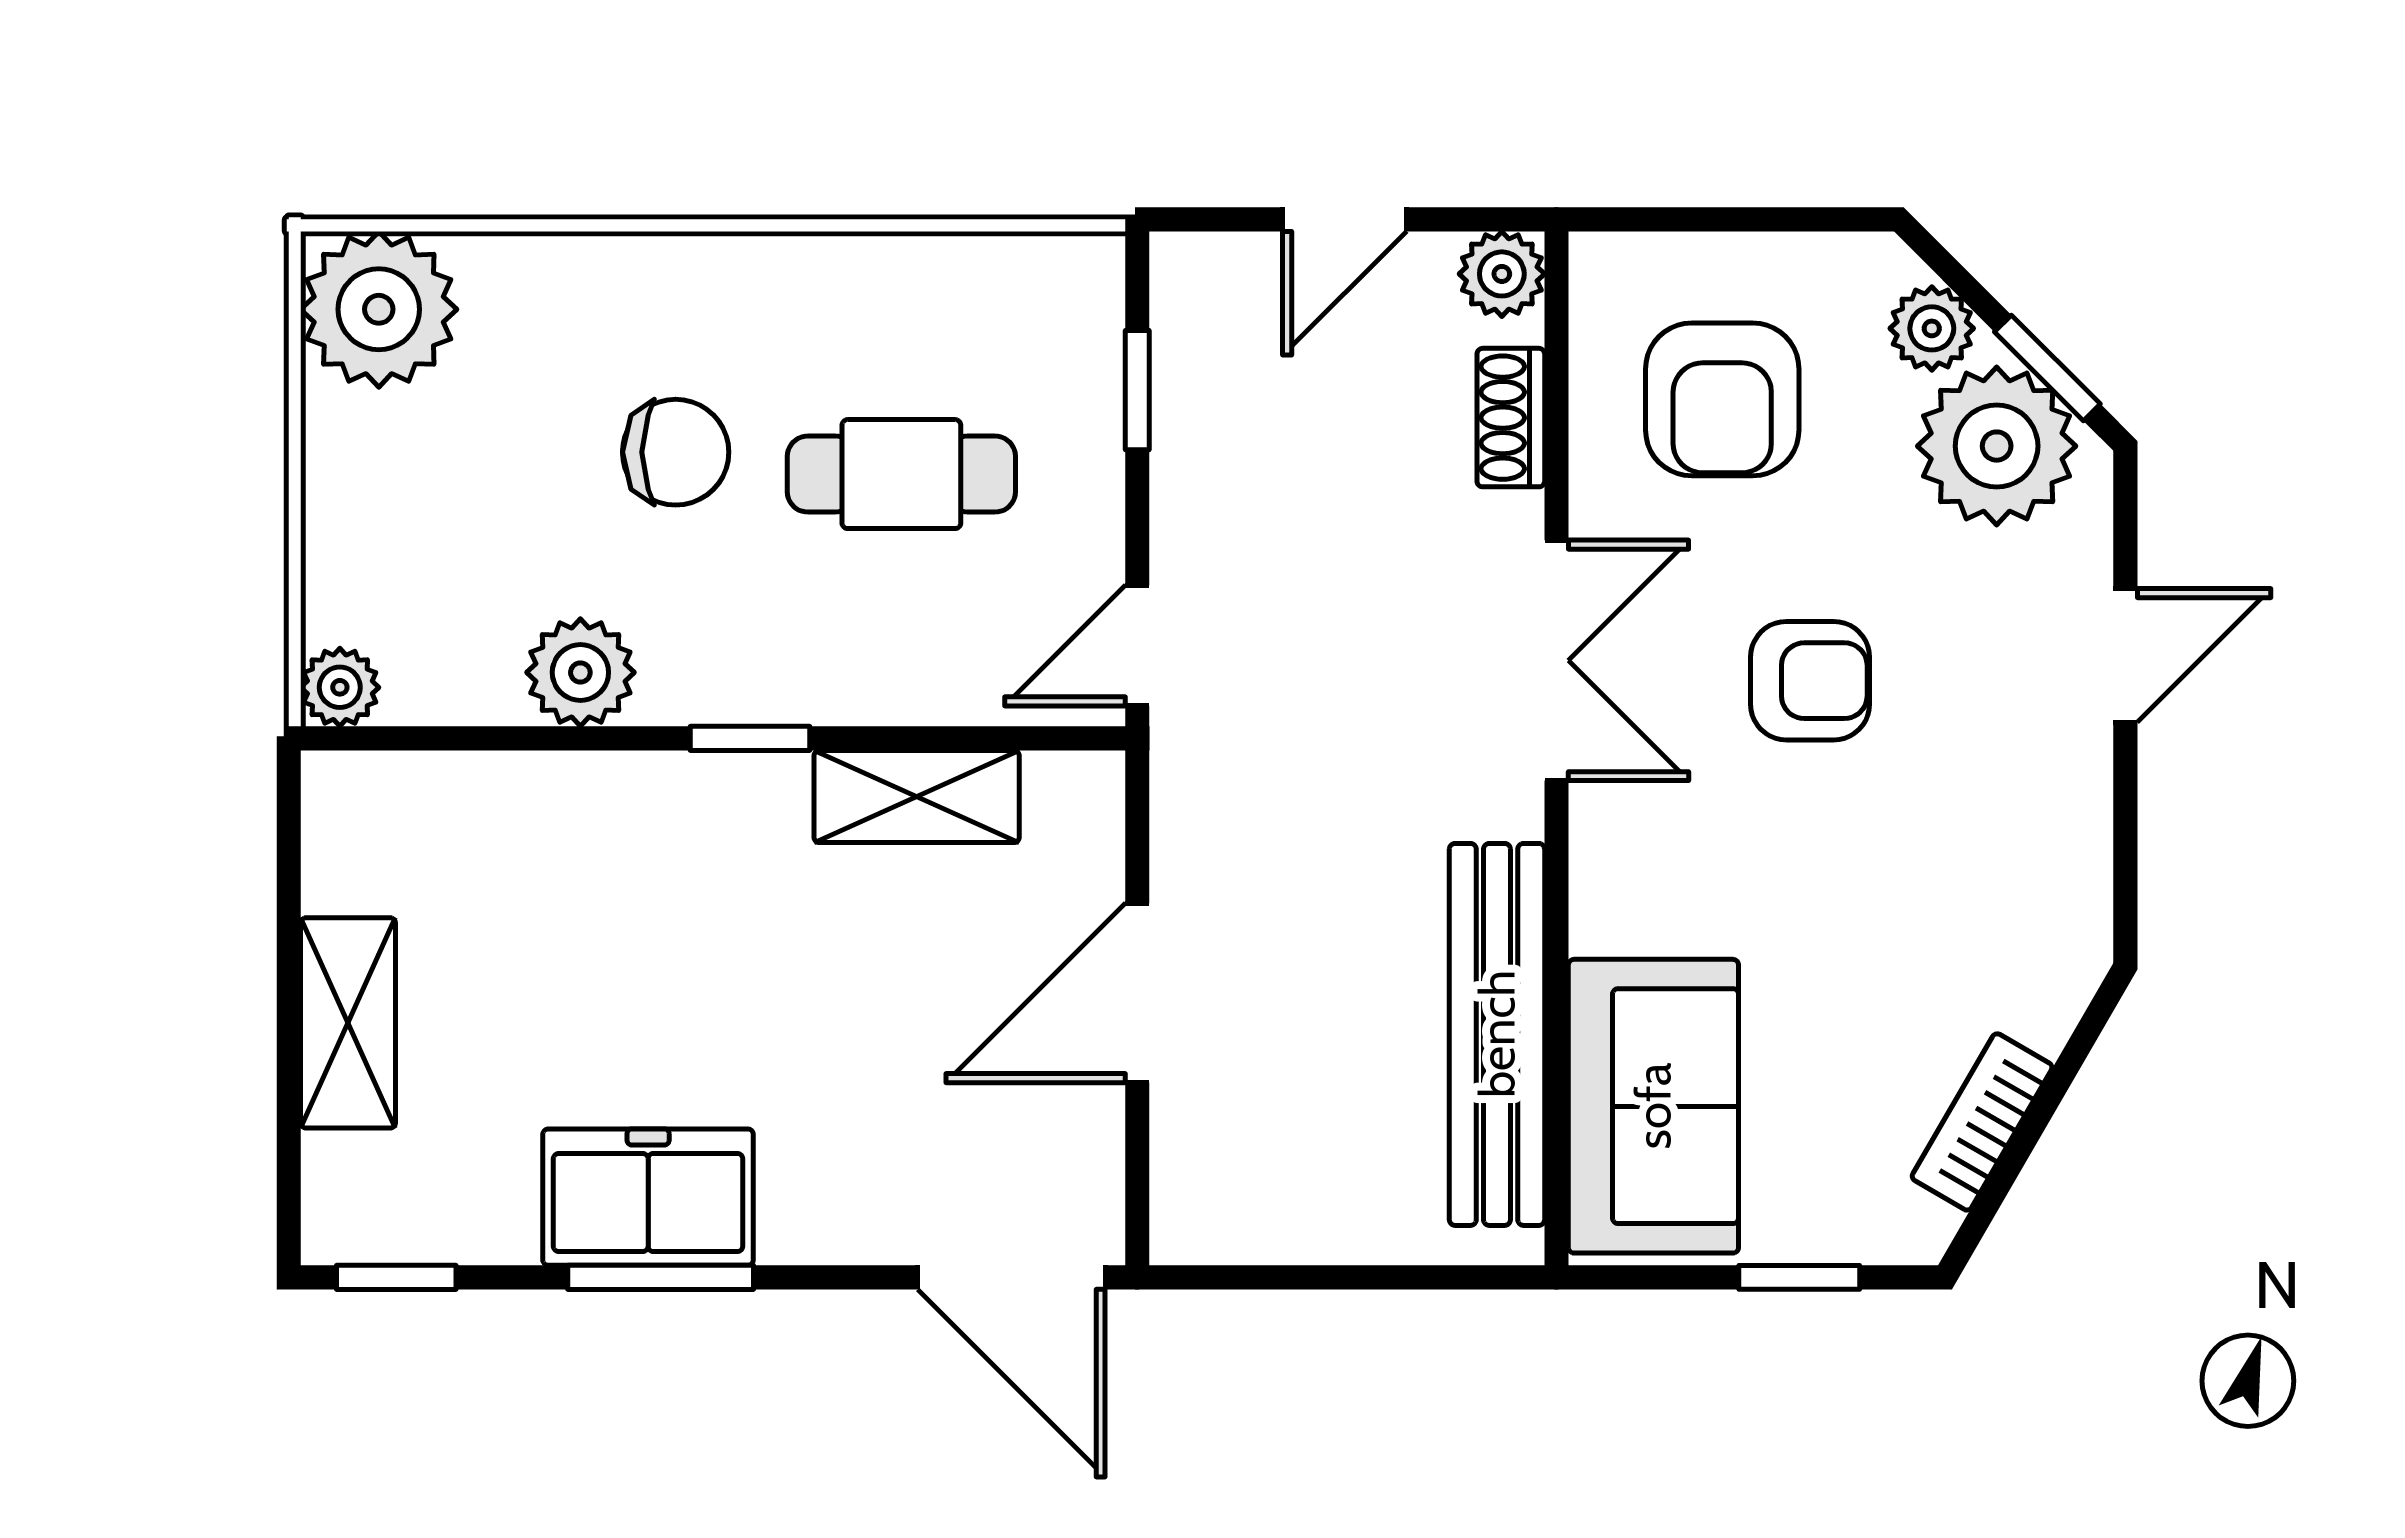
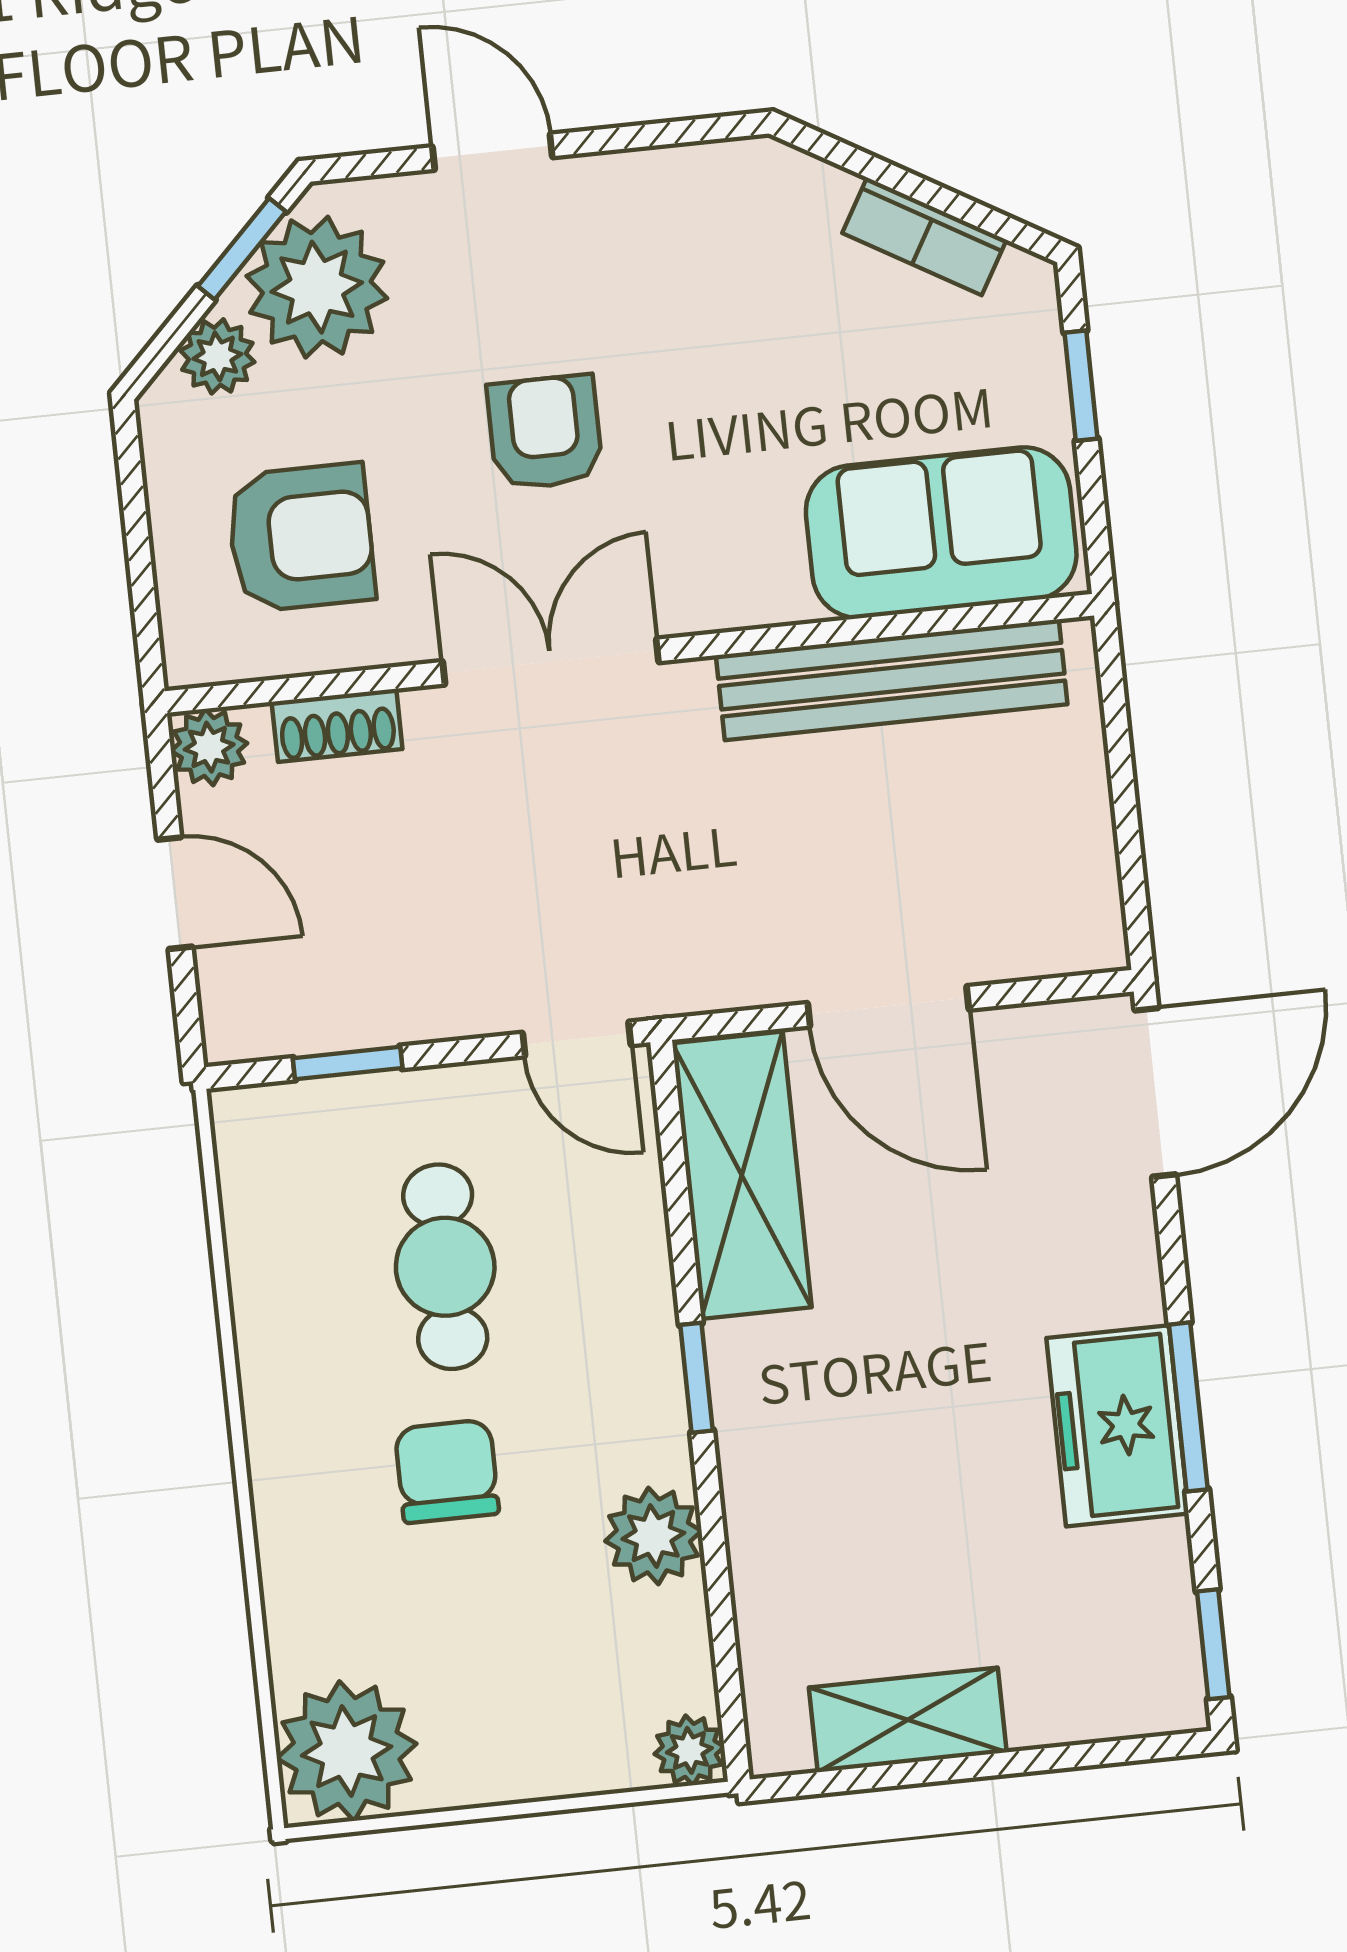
shelving: (917, 796) -> (742, 1175), width x1.50, depth x1.33
shelving: (348, 1023) -> (908, 1720), moved

